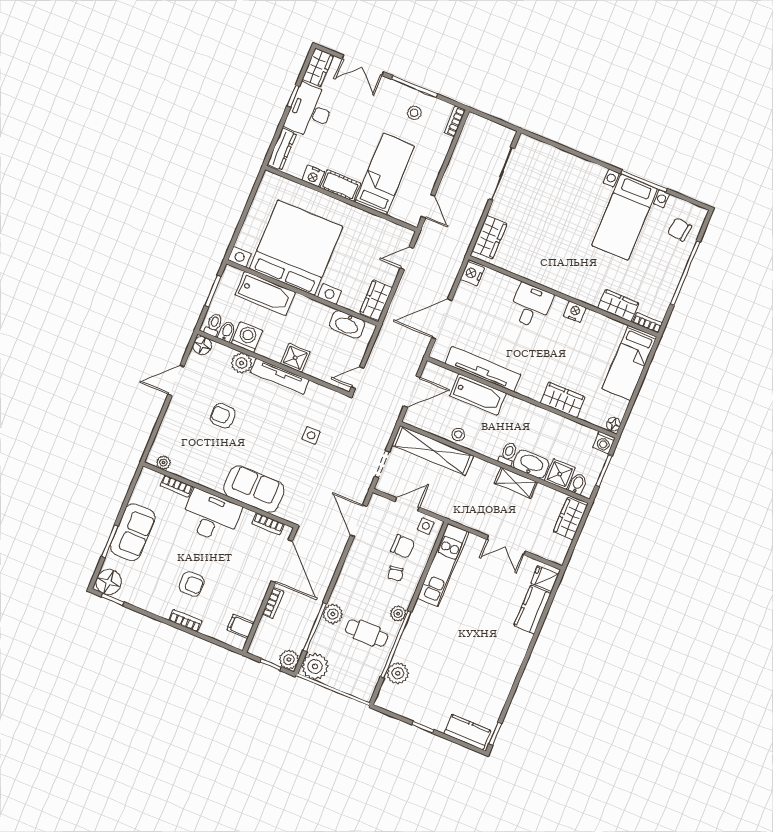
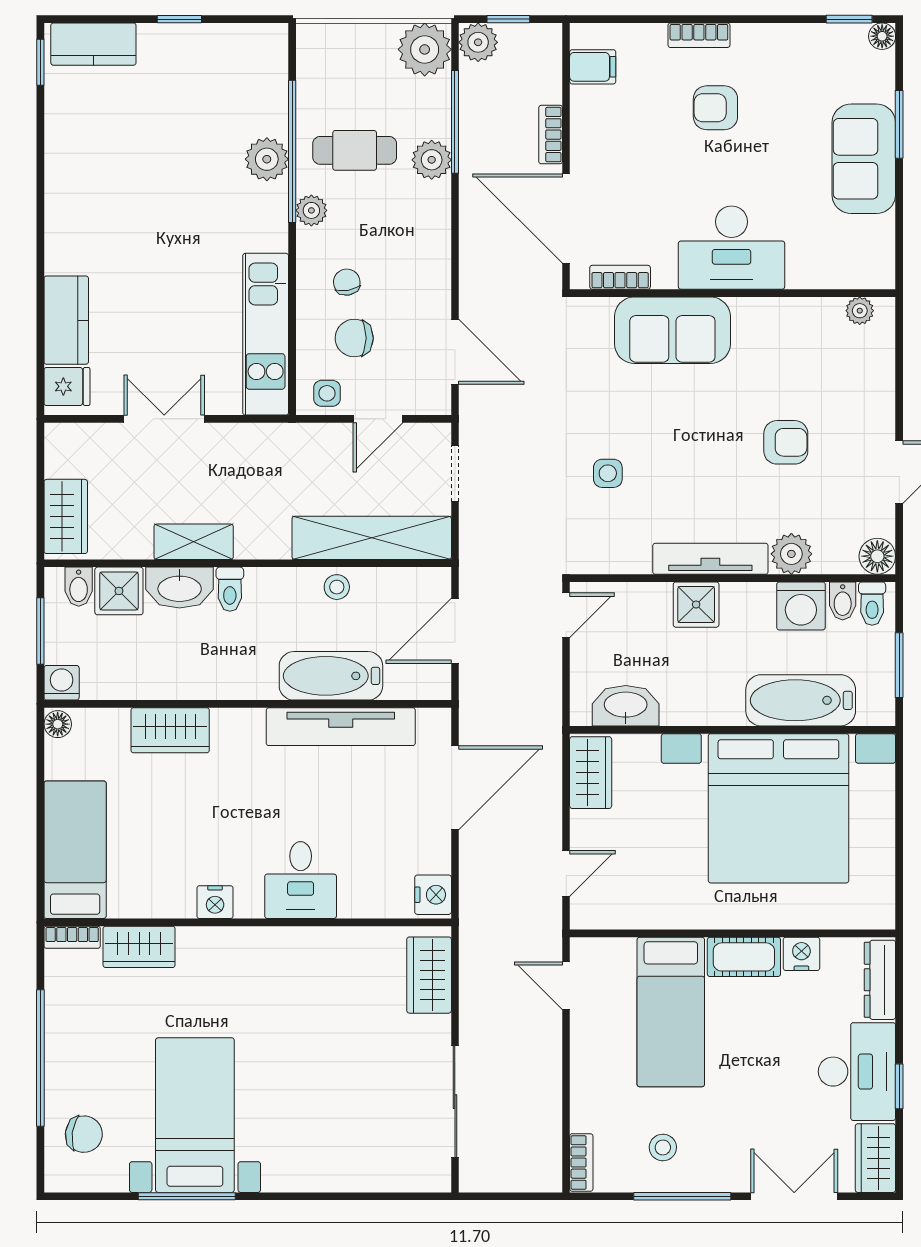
bookcase: (176, 486) -> (818, 277), removed
floor lamp: (109, 582) -> (882, 36), width x0.53, depth x0.53
plant: (398, 673) -> (267, 159), moved

